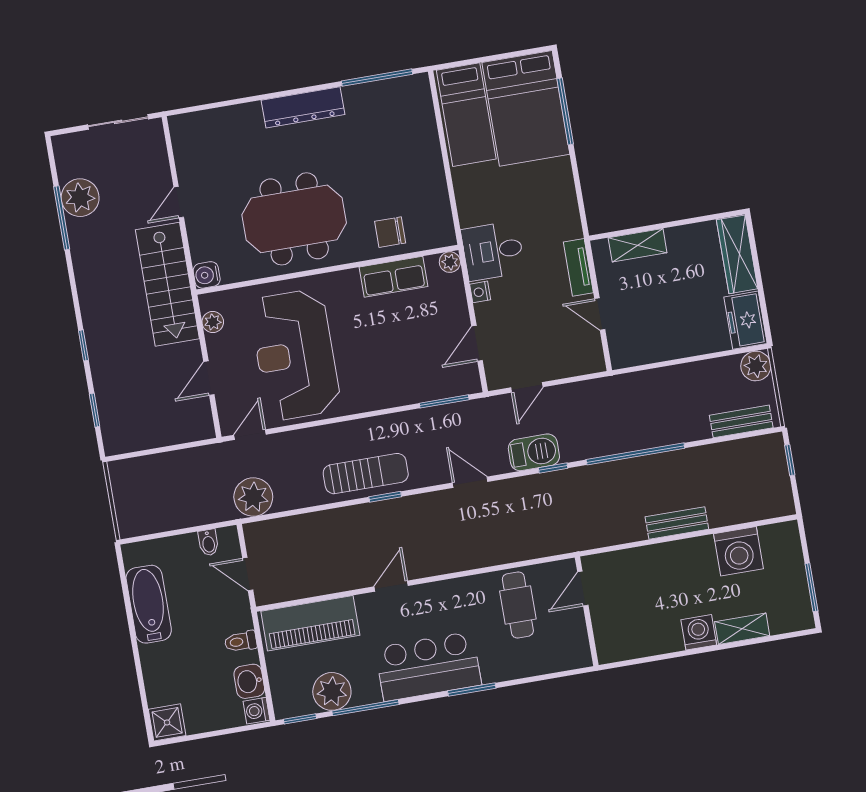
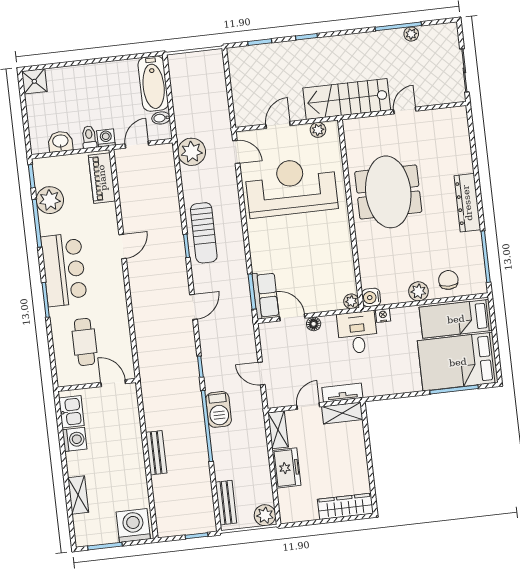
plant: (431, 169) -> (418, 291), added
plant: (80, 198) -> (411, 34), width x0.53, depth x0.53
door: (179, 202) -> (405, 110), hinge flipped
chair: (390, 232) -> (448, 280), moved
shelving: (638, 245) -> (342, 413), moved, turned 90
water cooler: (207, 275) -> (371, 297), moved, turned -90
row of seats: (394, 277) -> (265, 295), moved, turned 180
nightstand: (480, 292) -> (383, 315), moved
floor lamp: (484, 313) -> (314, 324), added
freezer: (746, 320) -> (287, 468), moved, turned 90
shelving: (635, 354) -> (278, 430), added
door: (209, 378) -> (278, 125), hinge flipped
door: (527, 387) -> (261, 373), moved
barbecue: (534, 452) -> (219, 409), moved
washing machine: (738, 551) -> (133, 525), moved, turned 90
door: (391, 586) -> (123, 246), hinge flipped
bathtub: (149, 604) -> (153, 84), moved, turned 90
cafe table: (518, 605) -> (84, 342), moved, turned 90
piano: (310, 623) -> (102, 178), width x0.73, depth x0.75
washing machine: (699, 632) -> (75, 439), moved
kitchen sink: (626, 645) -> (71, 412), added
washing machine: (256, 711) -> (106, 138), moved

